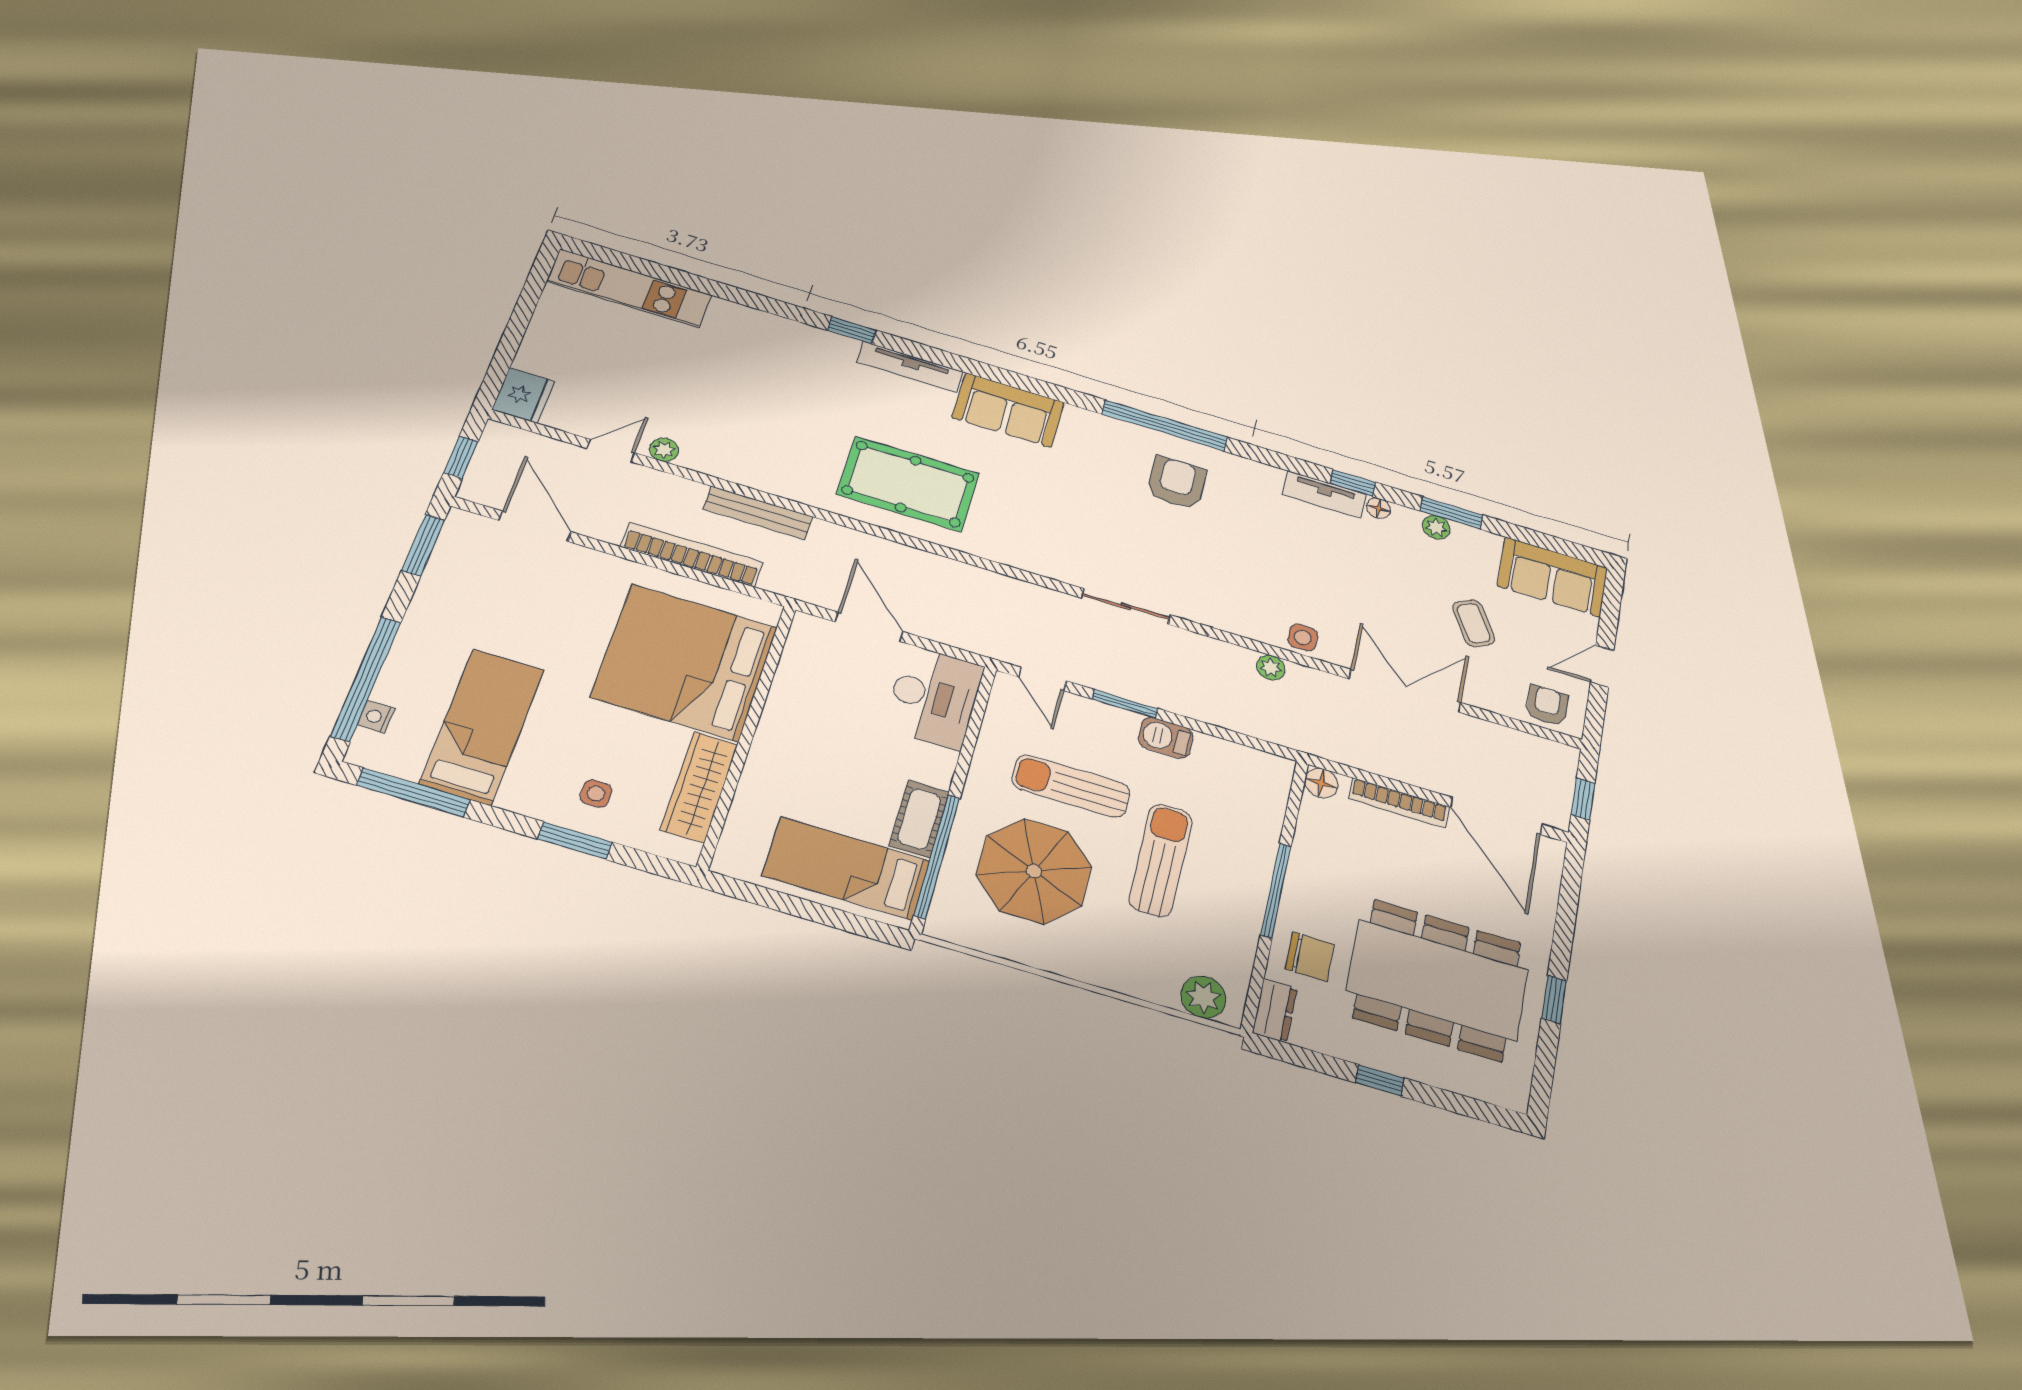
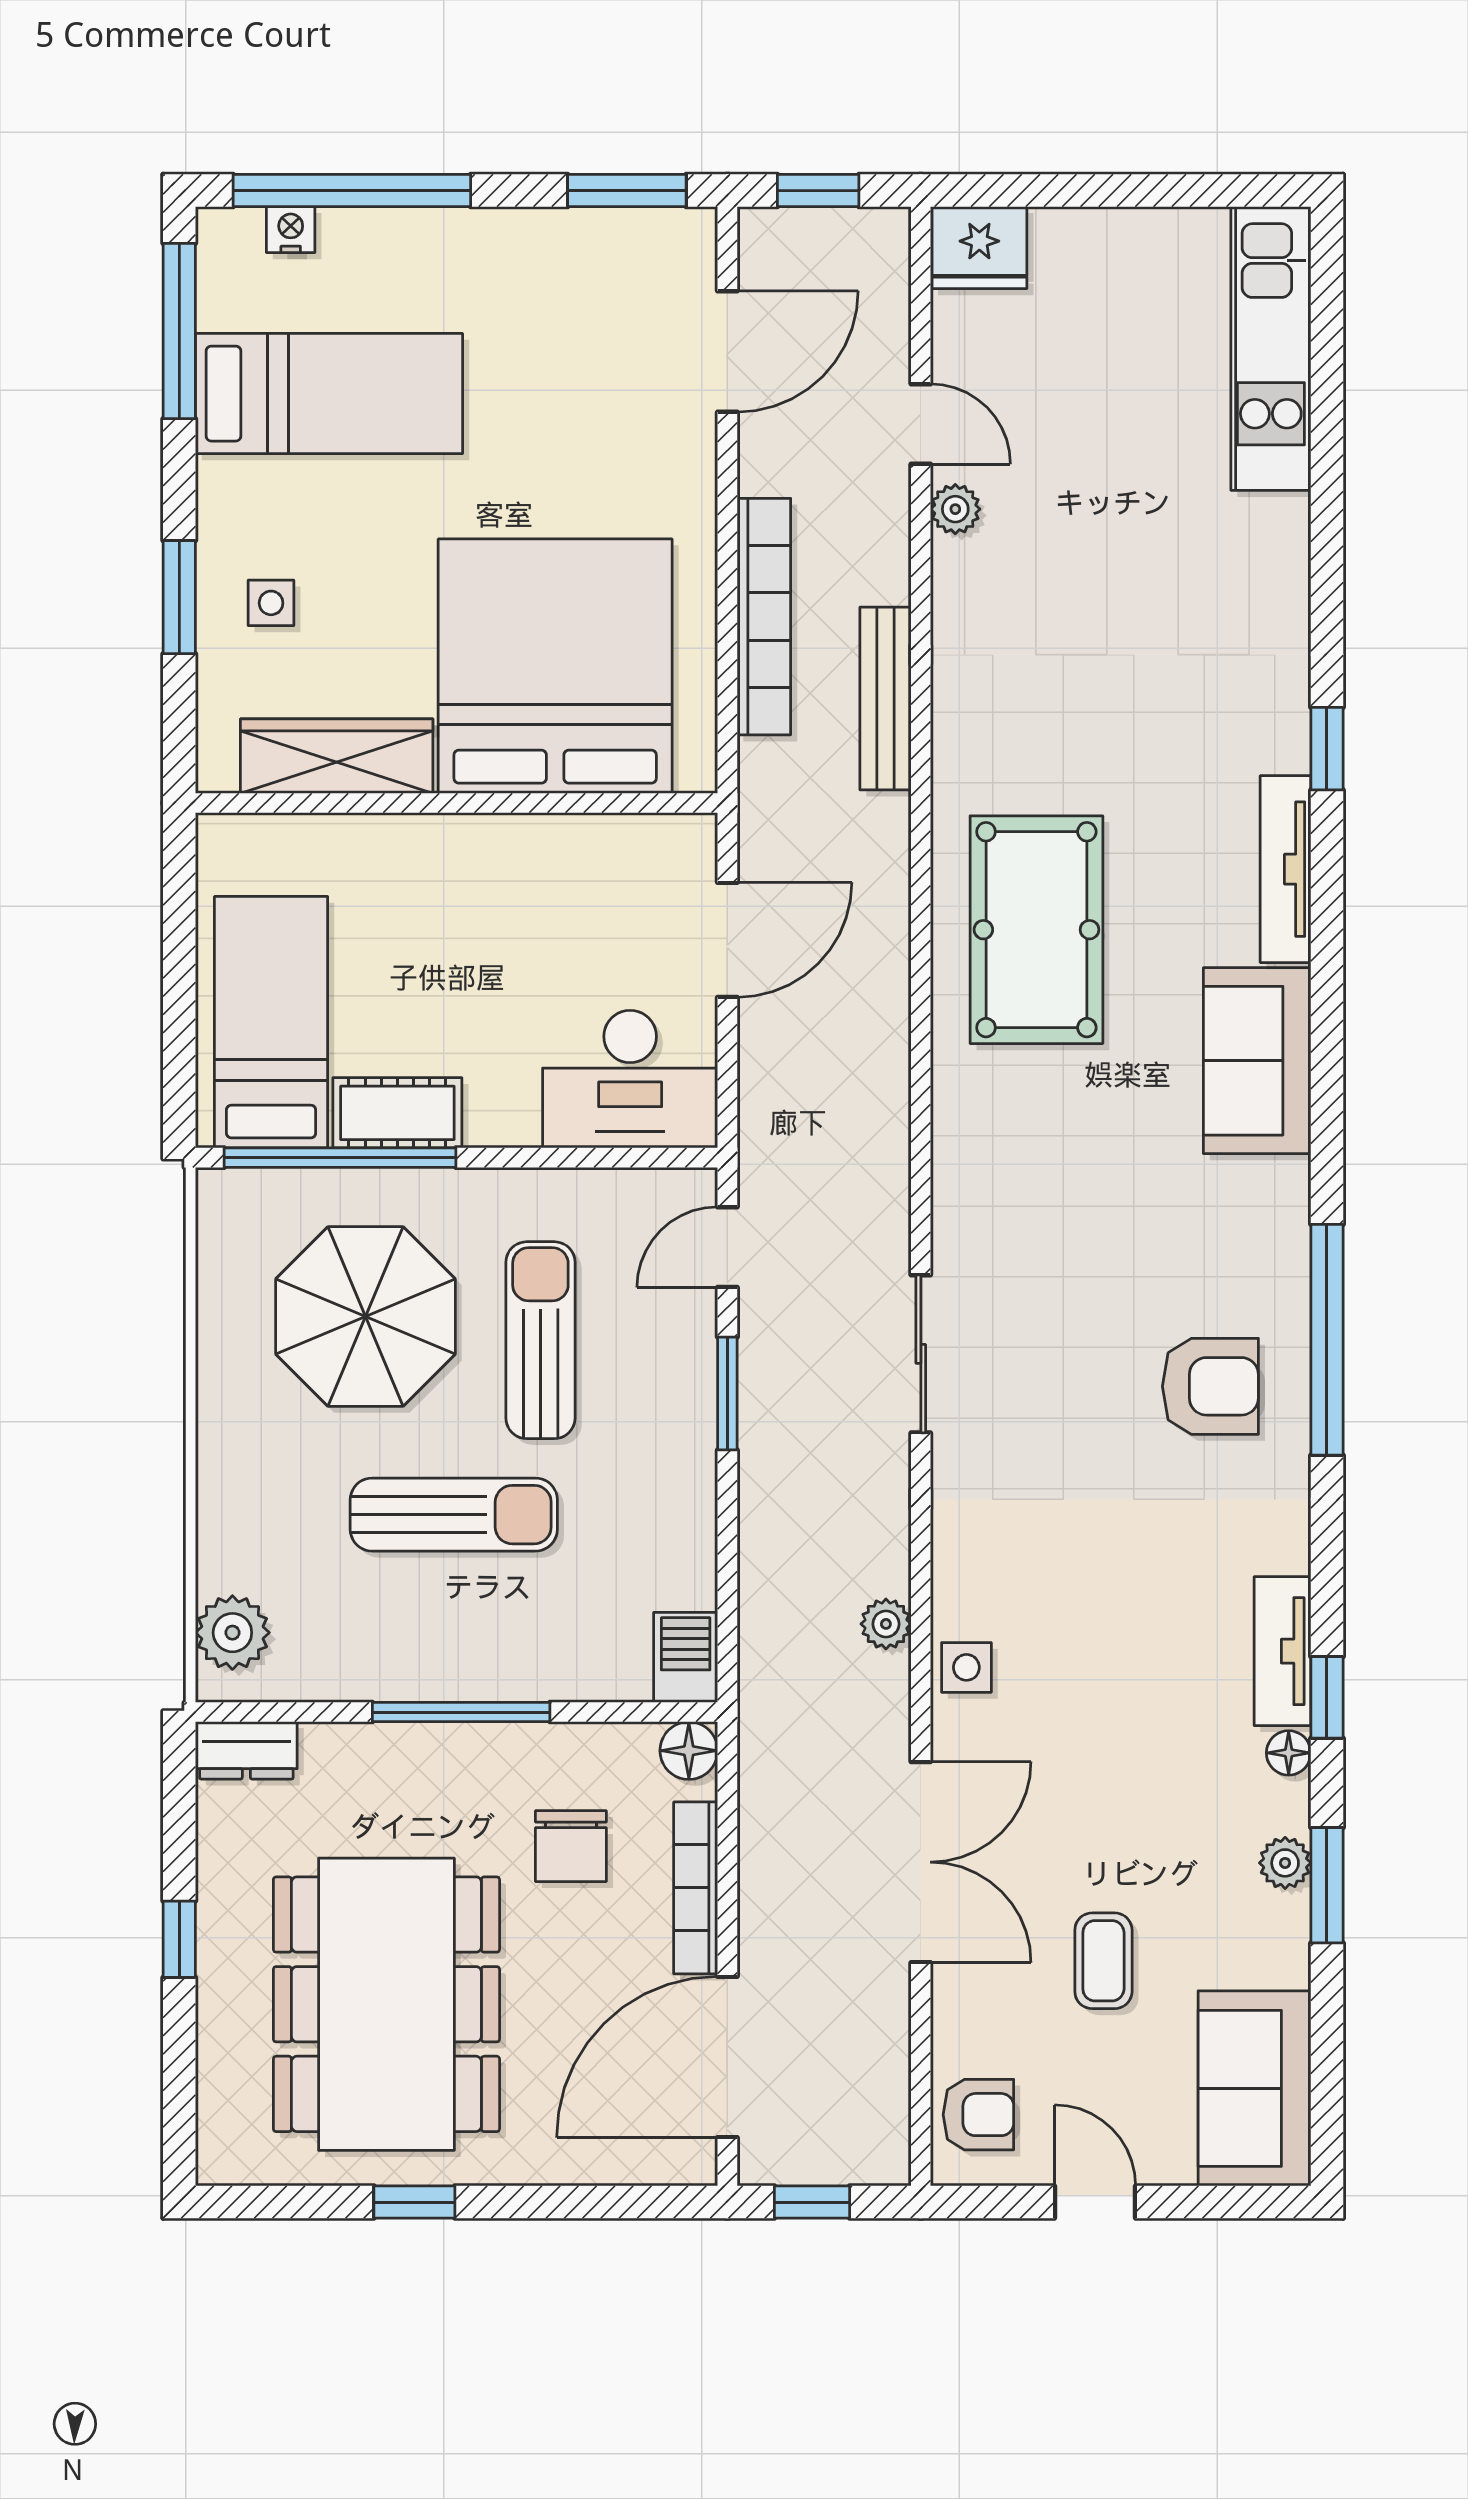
coffee table: (1474, 623) -> (1103, 1961), turned -61
barbecue: (1166, 738) -> (686, 1657), moved
chair: (1310, 957) -> (571, 1846), moved

